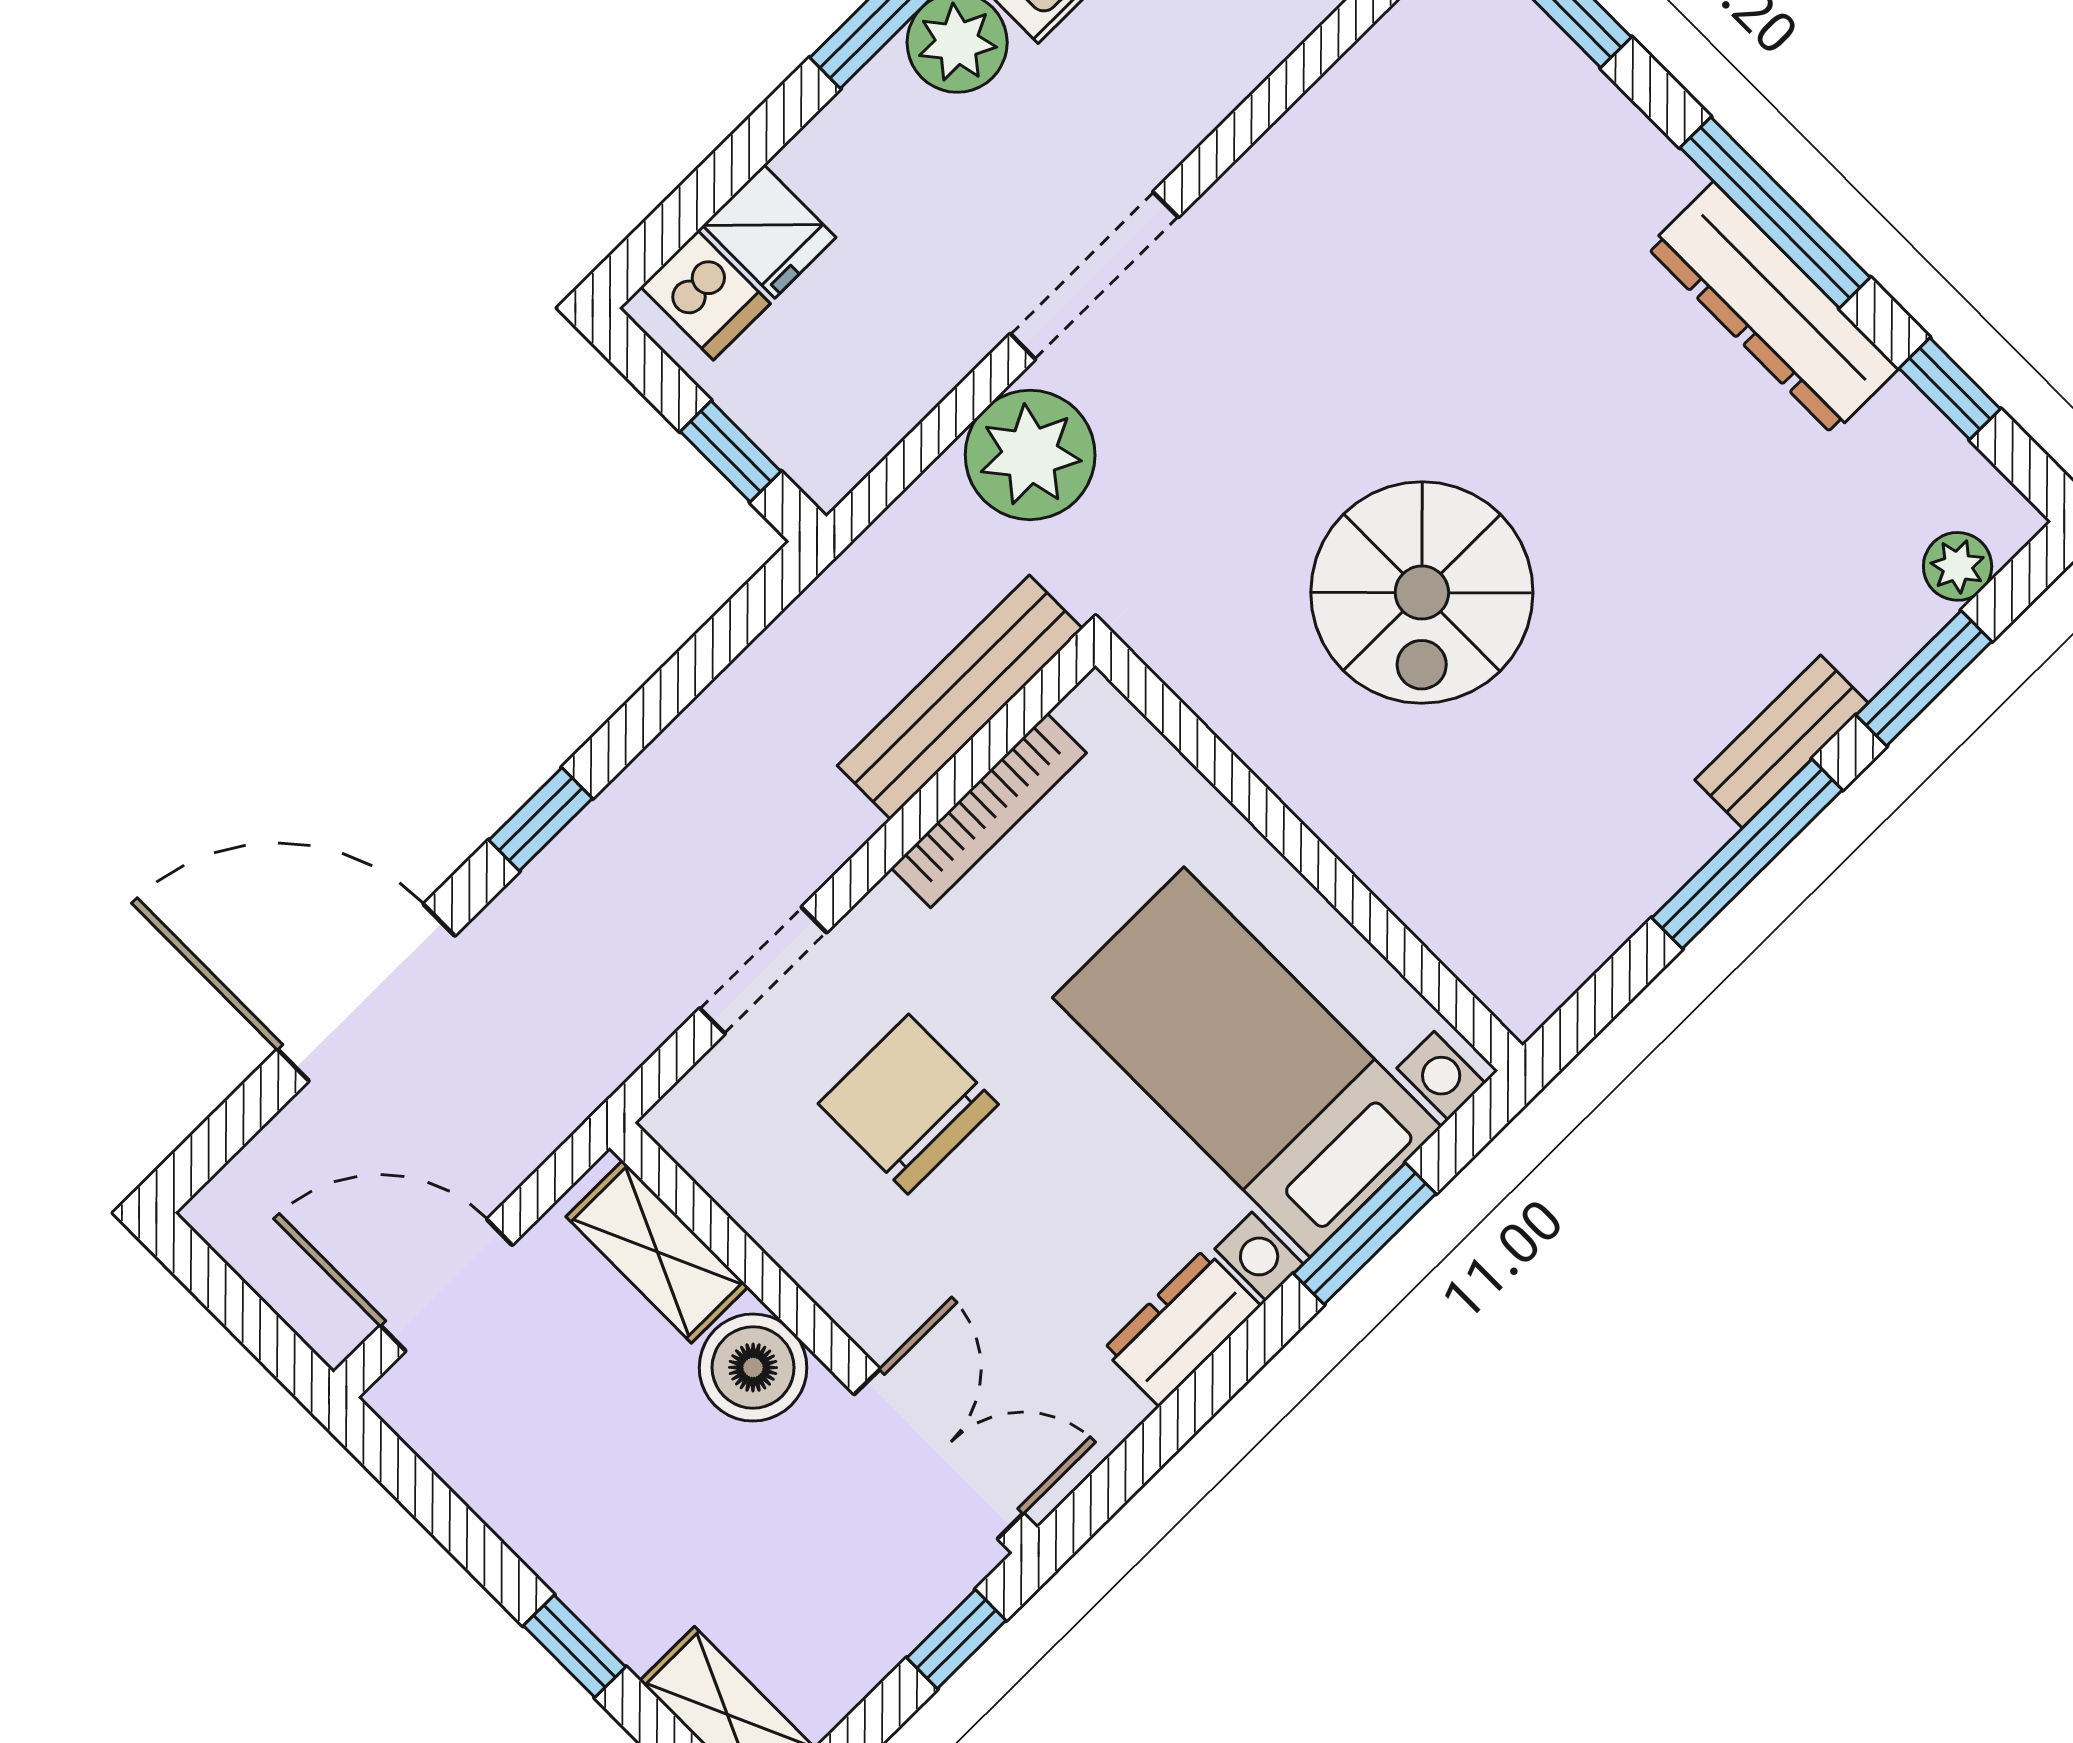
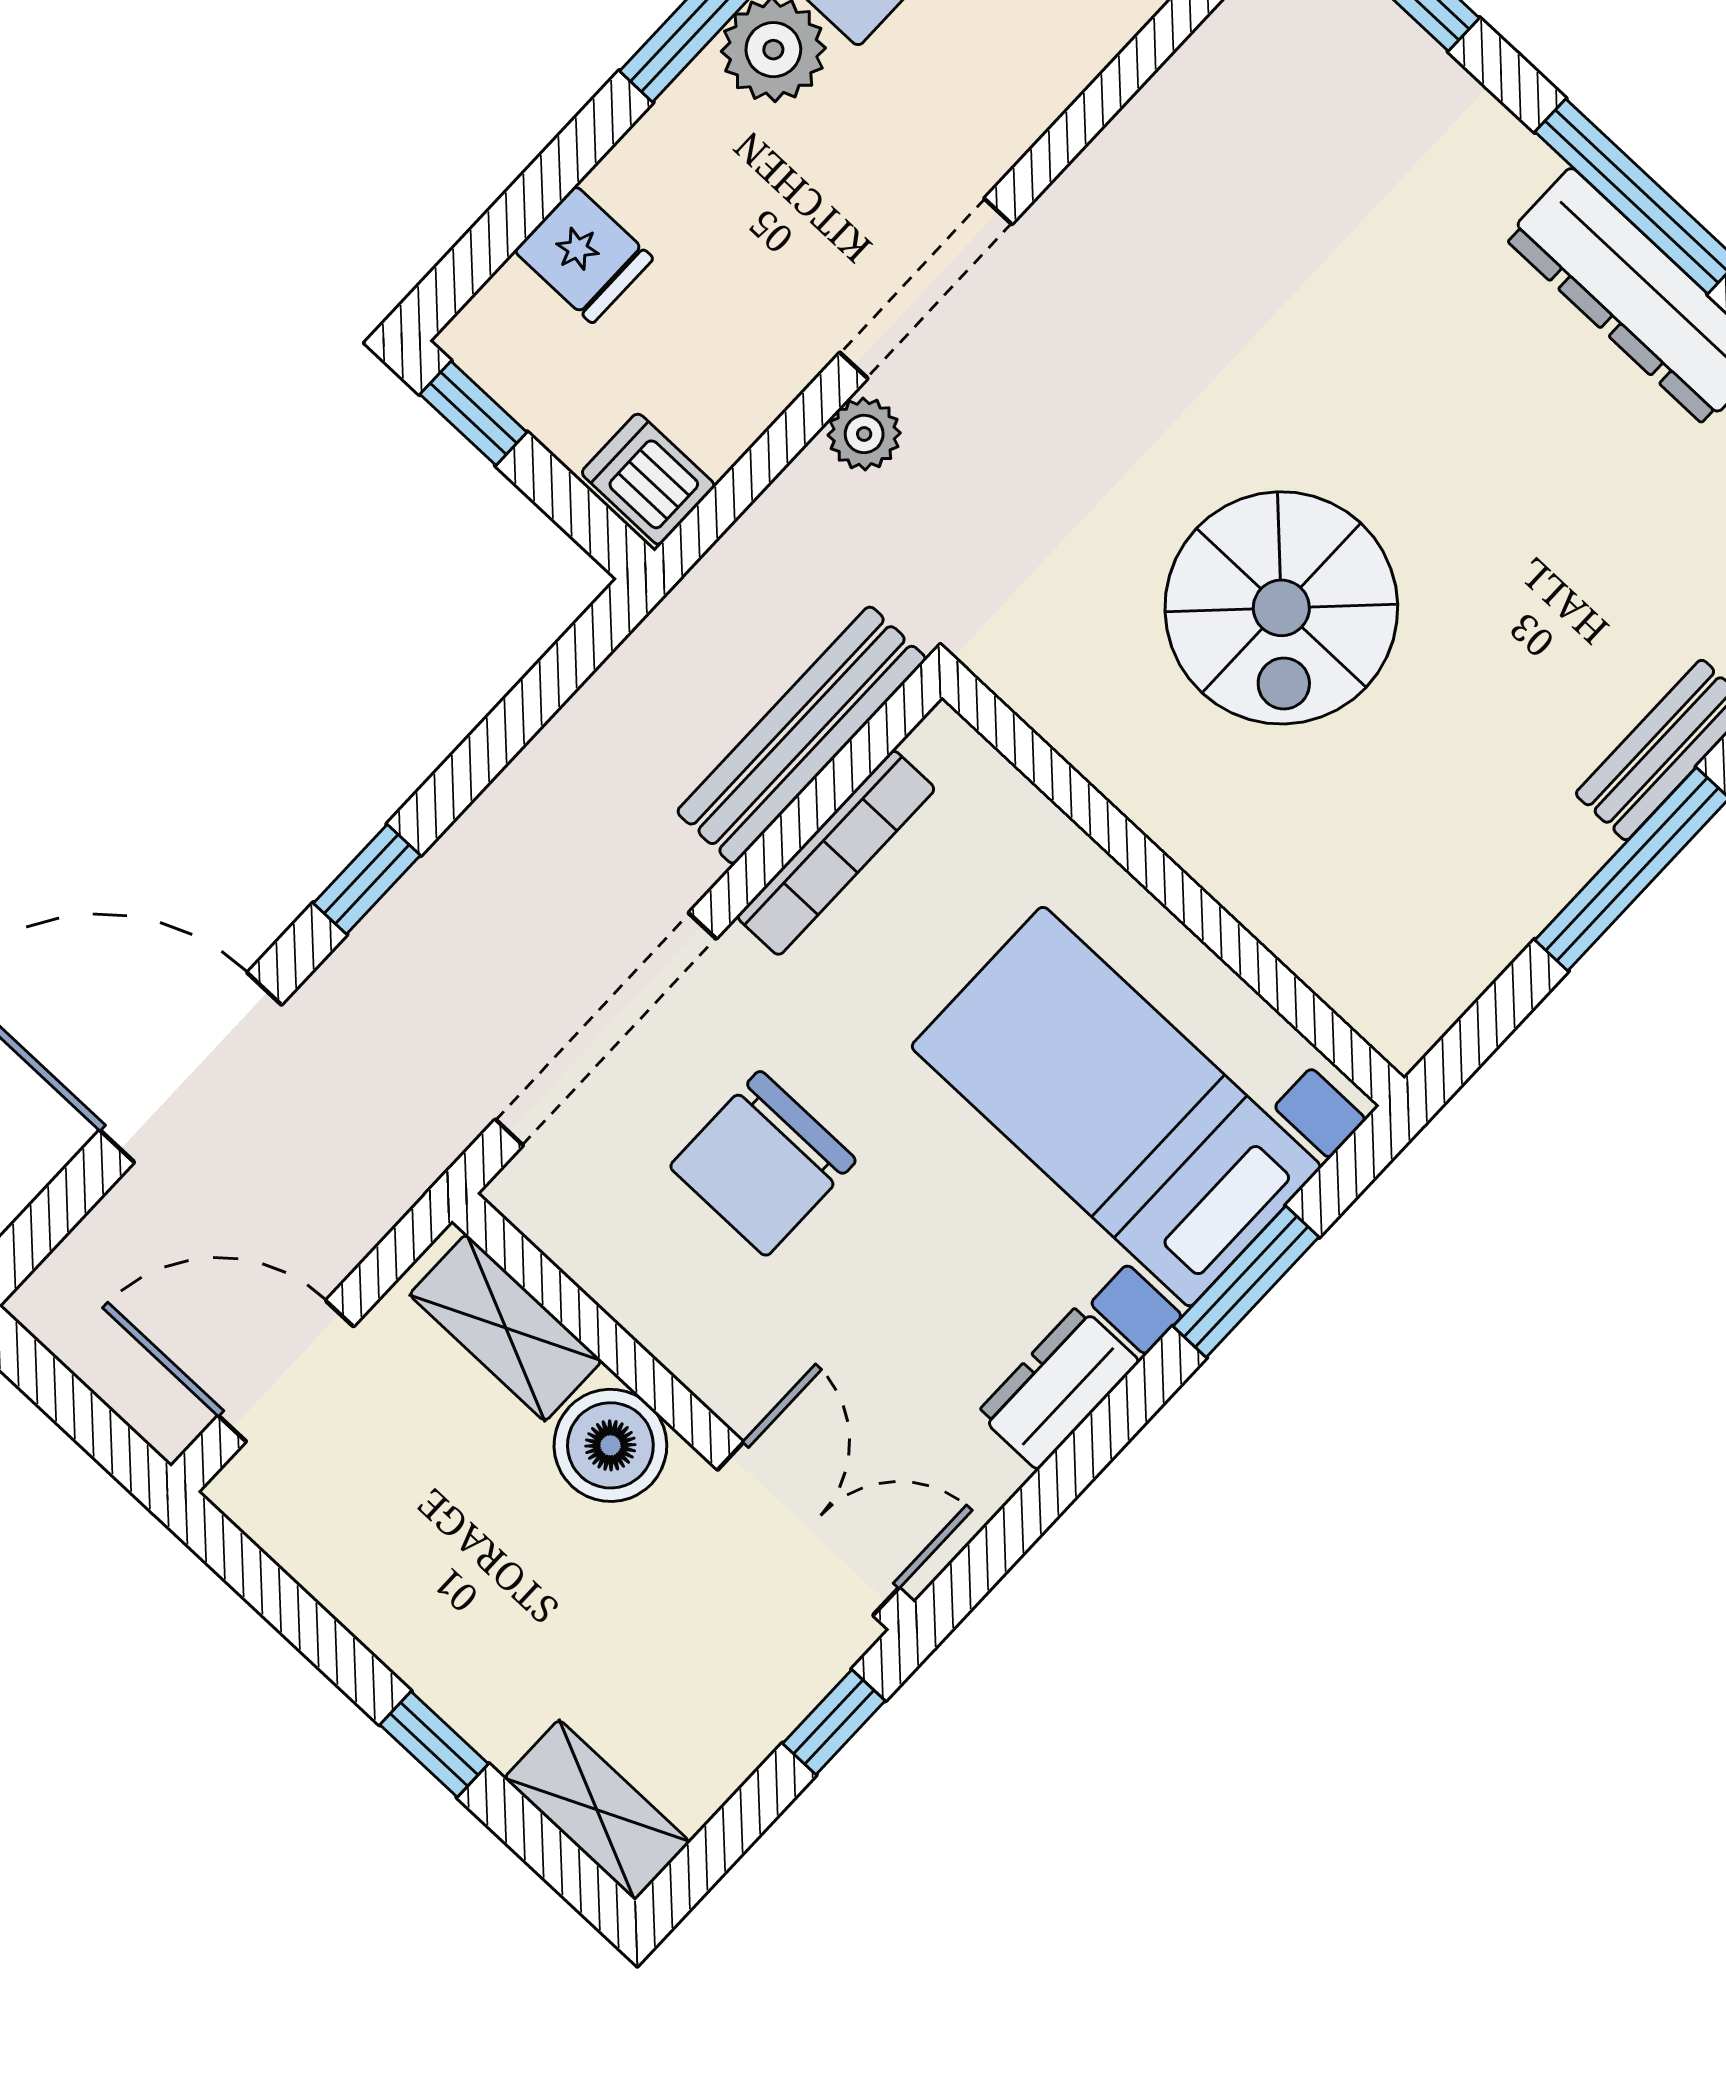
dishwasher: (705, 295) -> (648, 479), moved, turned 180
window: (731, 451) -> (473, 413), moved
plant: (1030, 455) -> (864, 434), width x0.53, depth x0.53
doorway: (763, 970) -> (606, 1029), width x1.88
chair: (908, 1104) -> (763, 1163), turned -90

